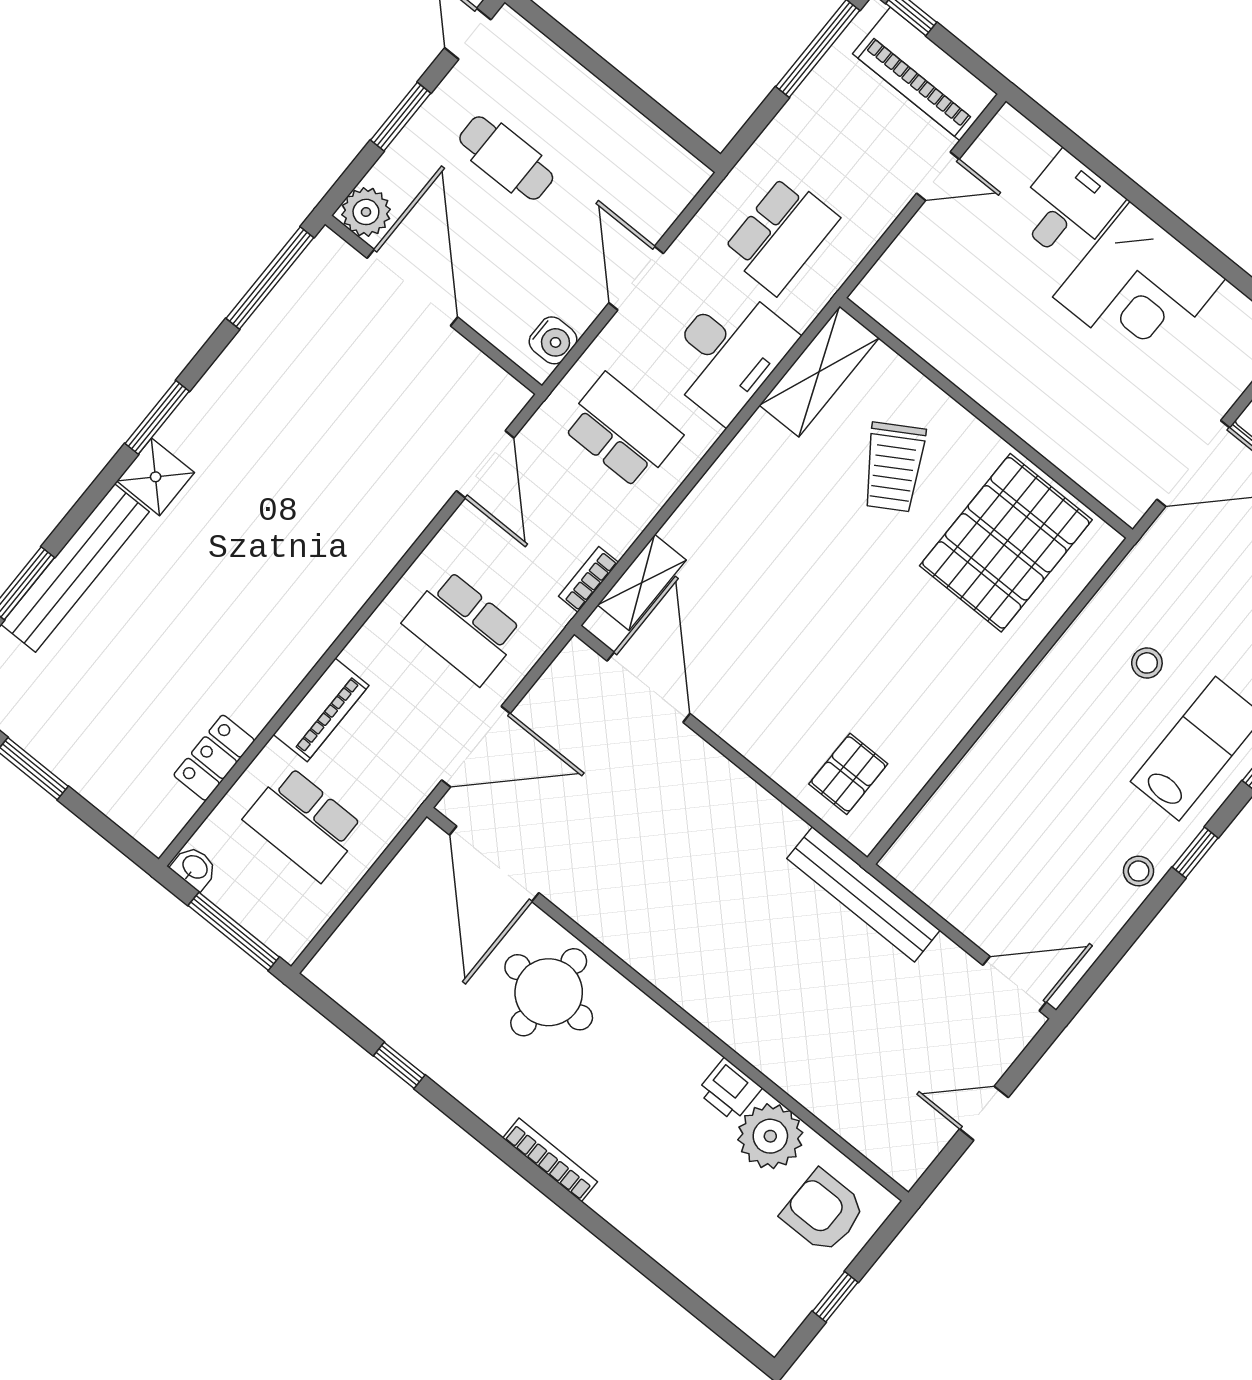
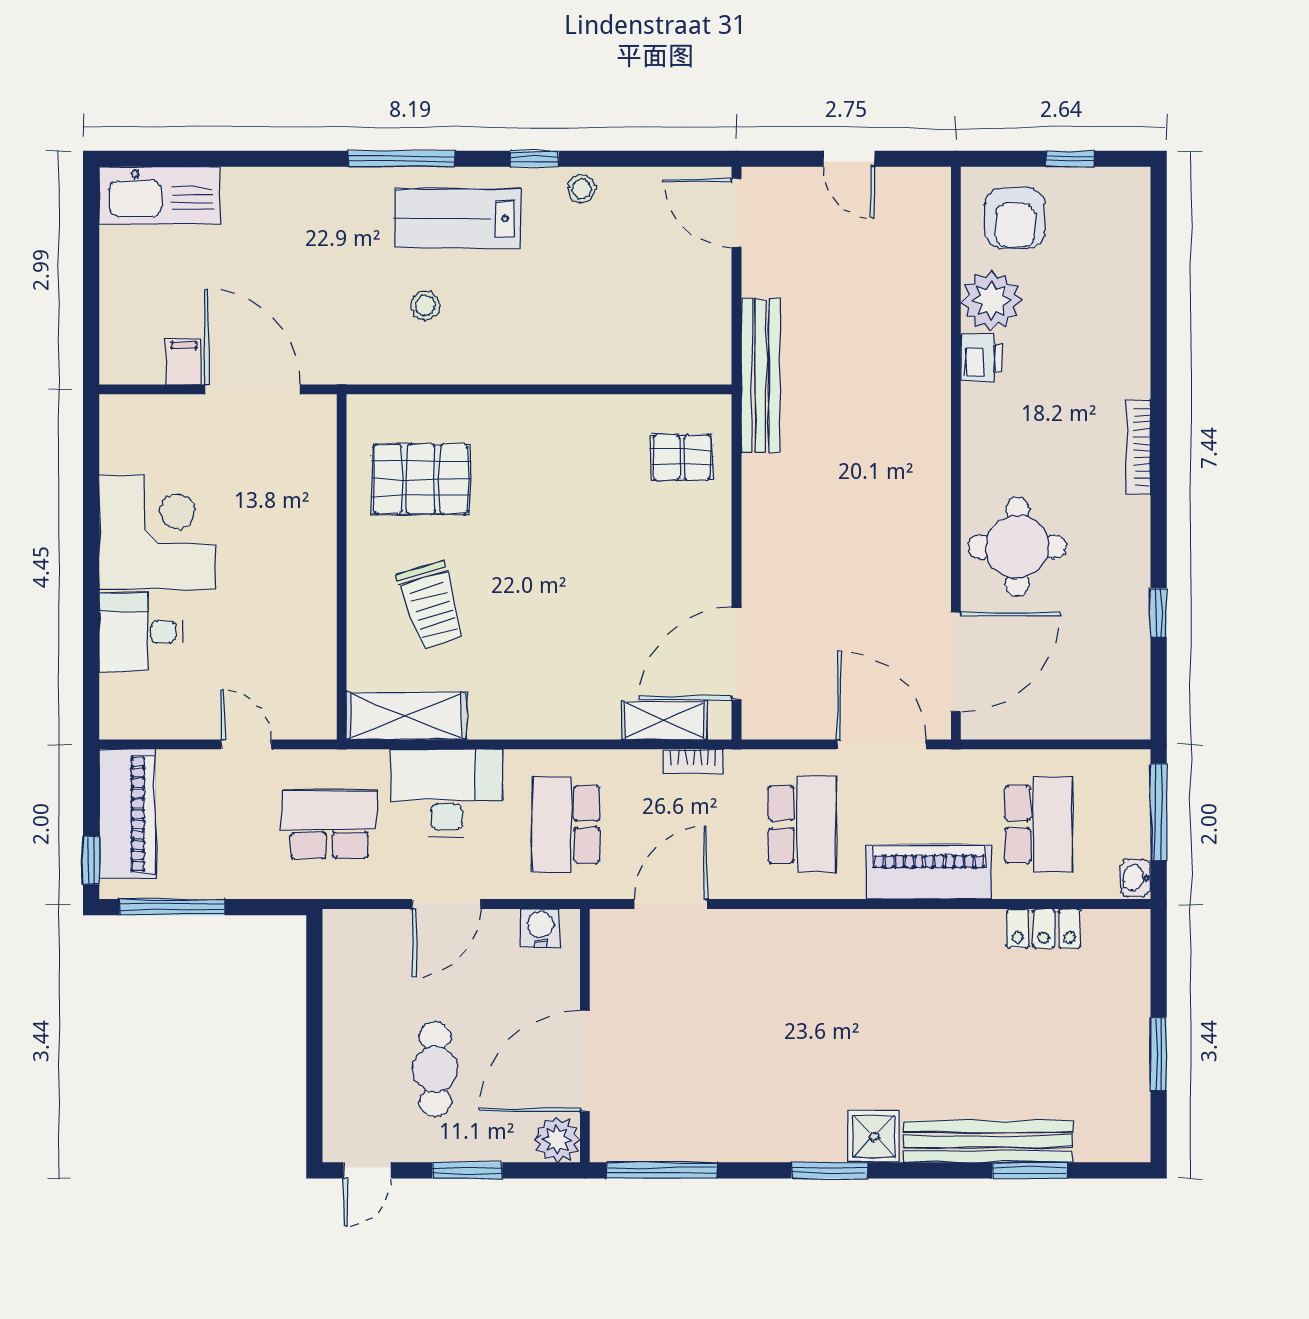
door: (938, 176) -> (246, 744), moved
trolley: (894, 467) -> (432, 605), turned 104
pallet: (1006, 543) -> (421, 479), width x0.73, depth x0.71
piano: (321, 710) -> (929, 872), width x1.37, depth x1.33

